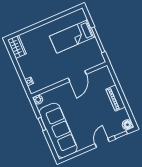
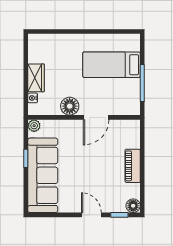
wardrobe: (17, 47) -> (36, 78), moved
floor lamp: (56, 76) -> (70, 106), added
door: (102, 143) -> (91, 215), hinge flipped

